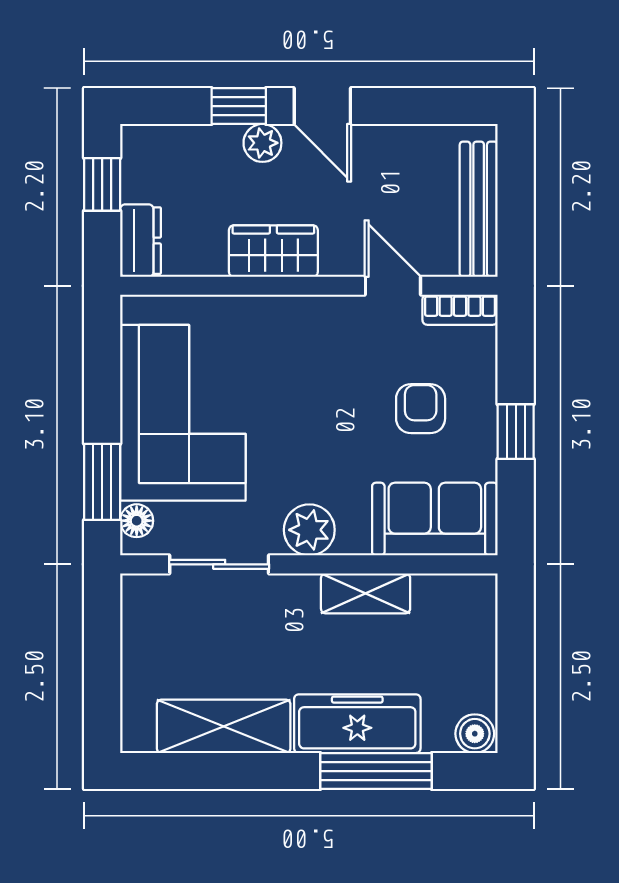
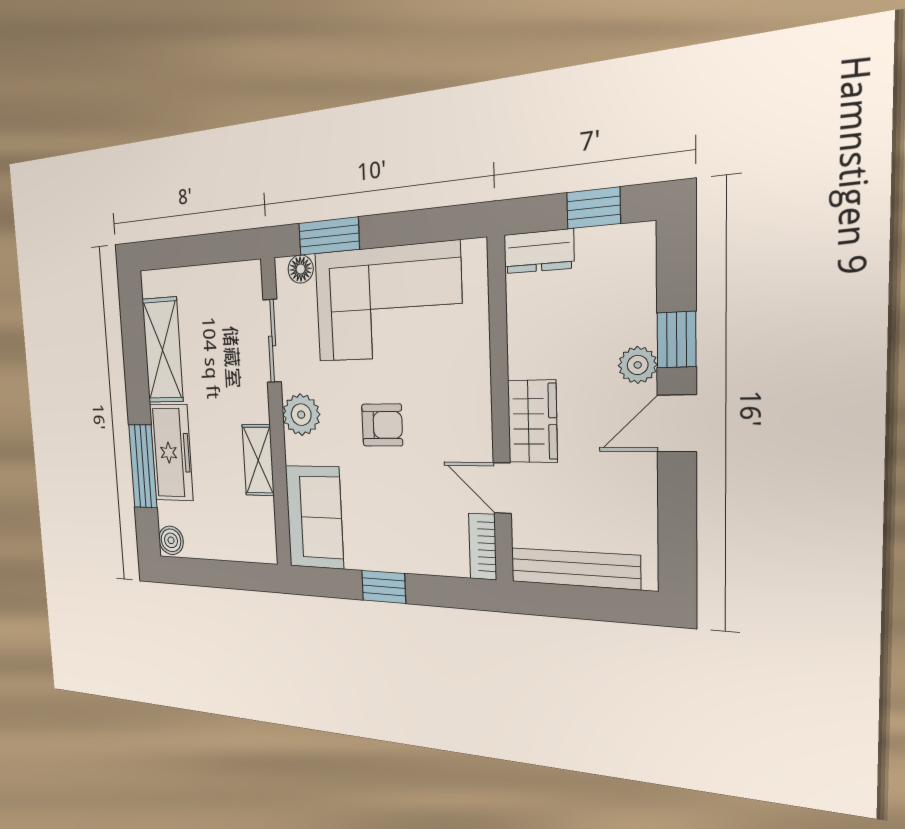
wardrobe: (273, 251) -> (532, 421), moved
door: (393, 286) -> (502, 488), swing flipped
armchair: (421, 409) -> (382, 425), moved

